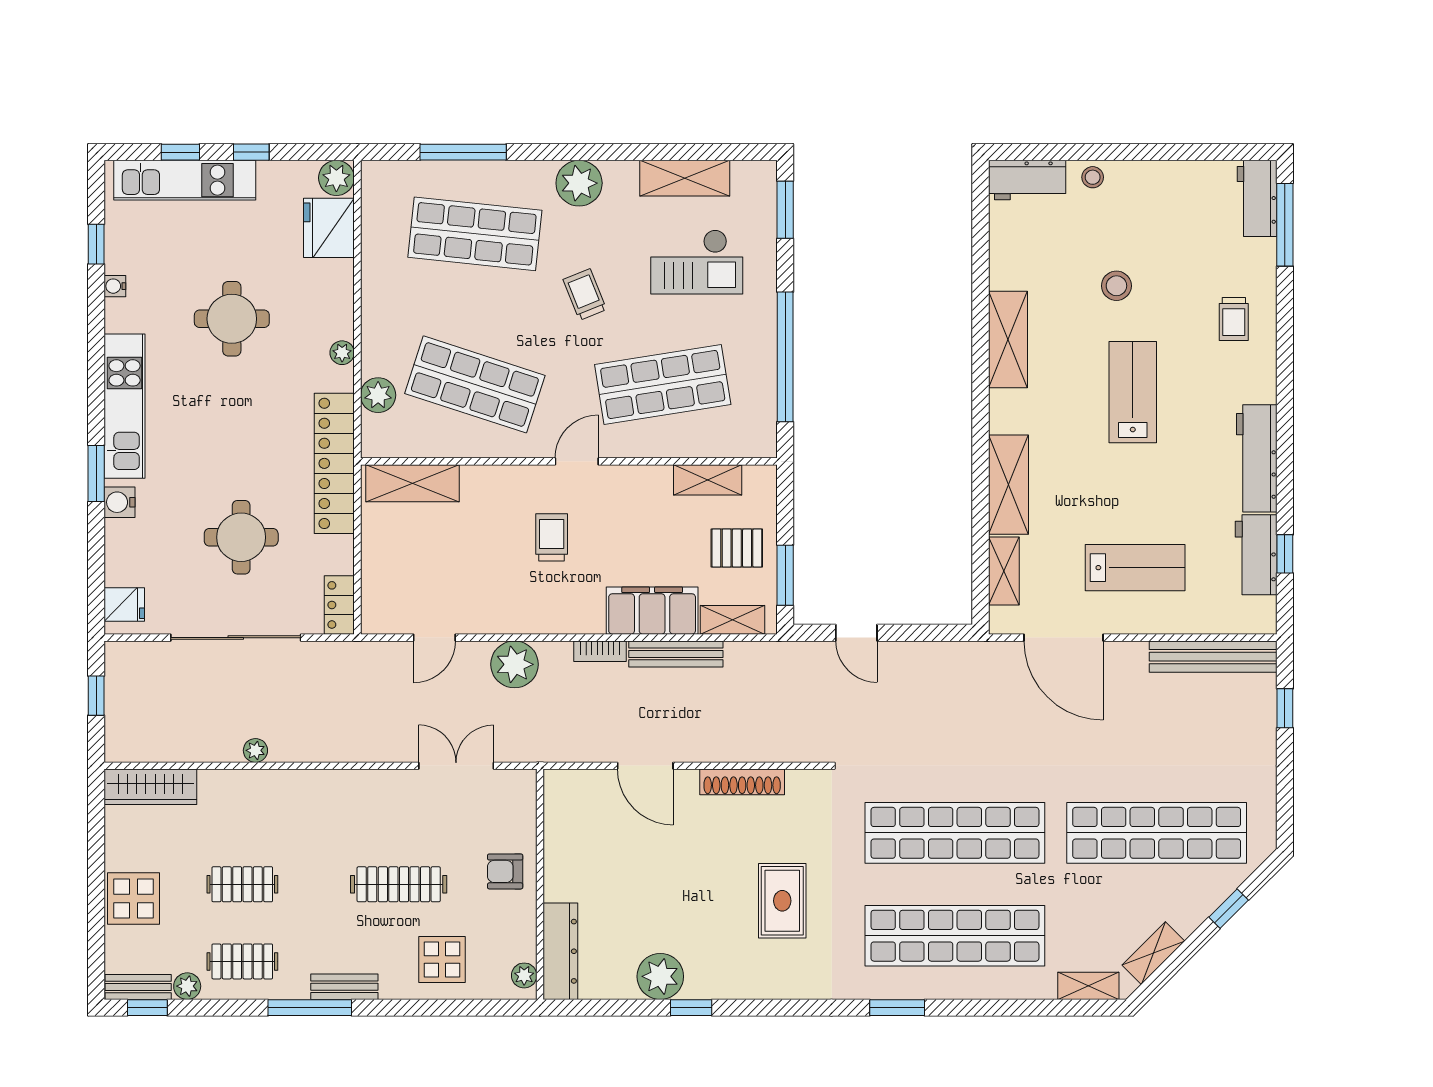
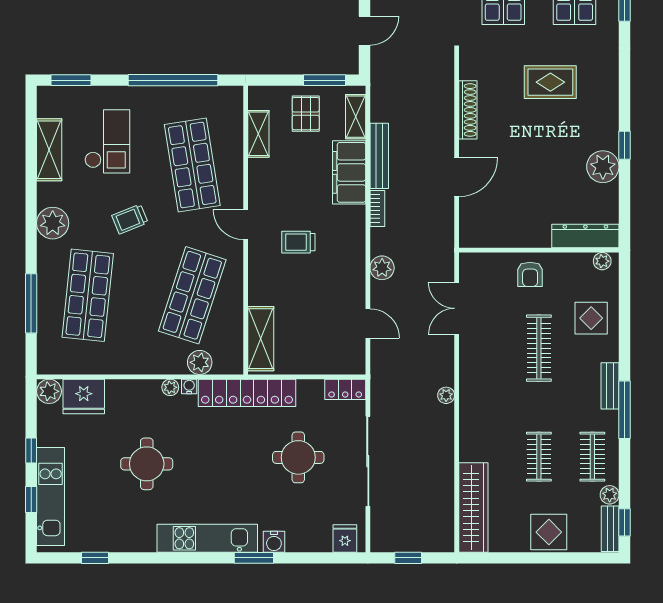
water cooler: (115, 286) -> (189, 386), moved, turned 180
plant: (514, 664) -> (382, 268), width x0.73, depth x0.73
plant: (255, 750) -> (446, 395), moved
wardrobe: (150, 787) -> (473, 507), width x1.40, depth x1.17

